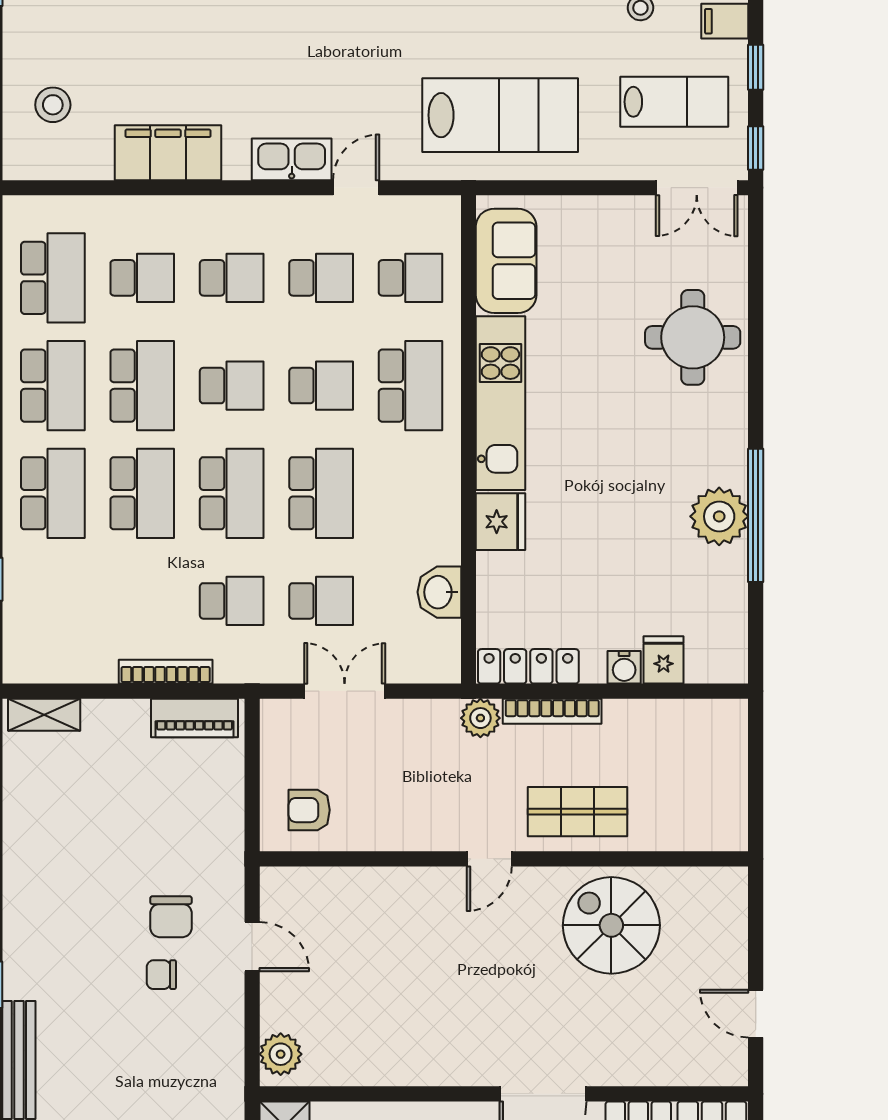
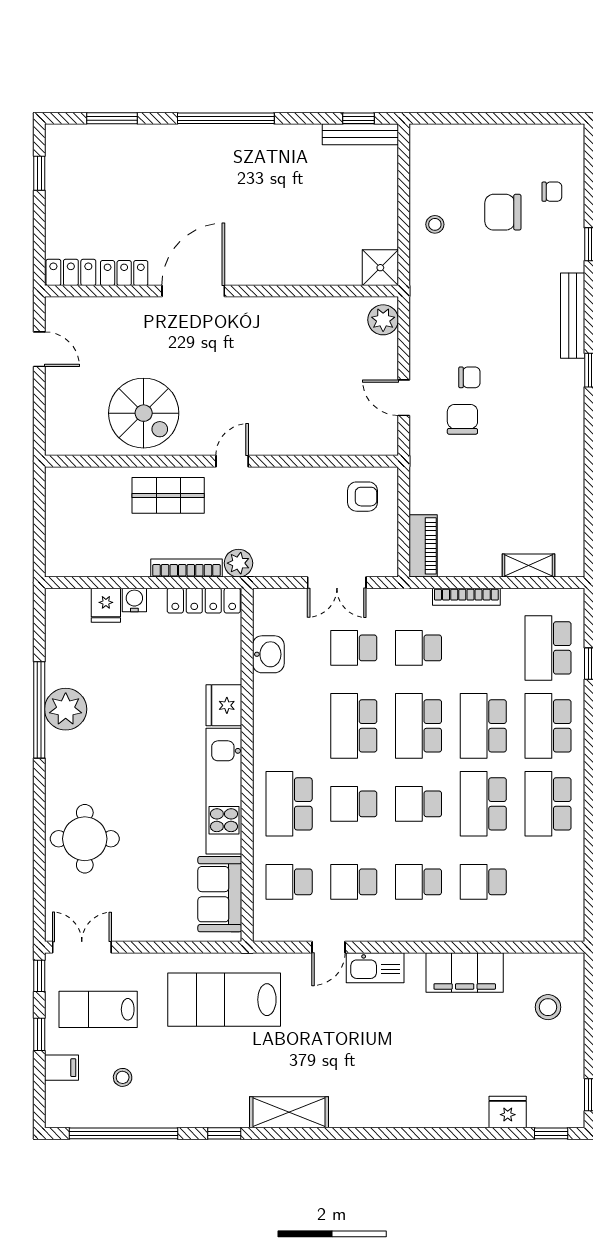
school desk: (53, 278) -> (548, 648), moved
shelving: (44, 715) -> (529, 566), moved
piano: (194, 718) -> (423, 546), moved, turned 90

